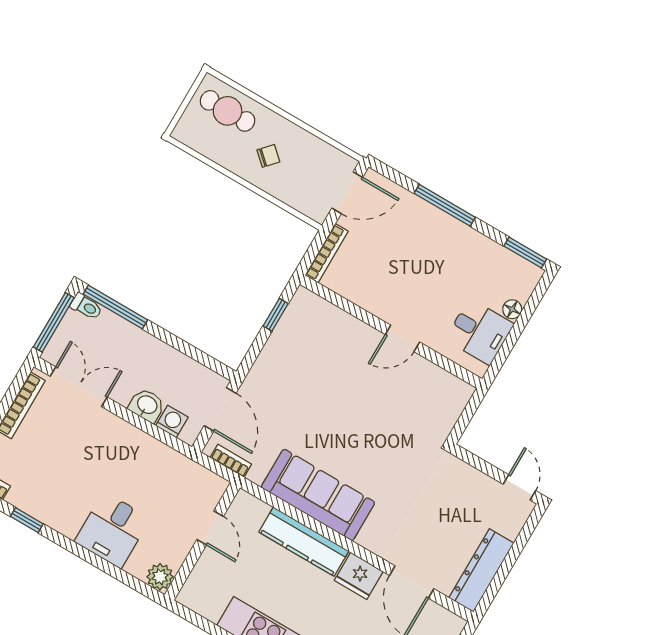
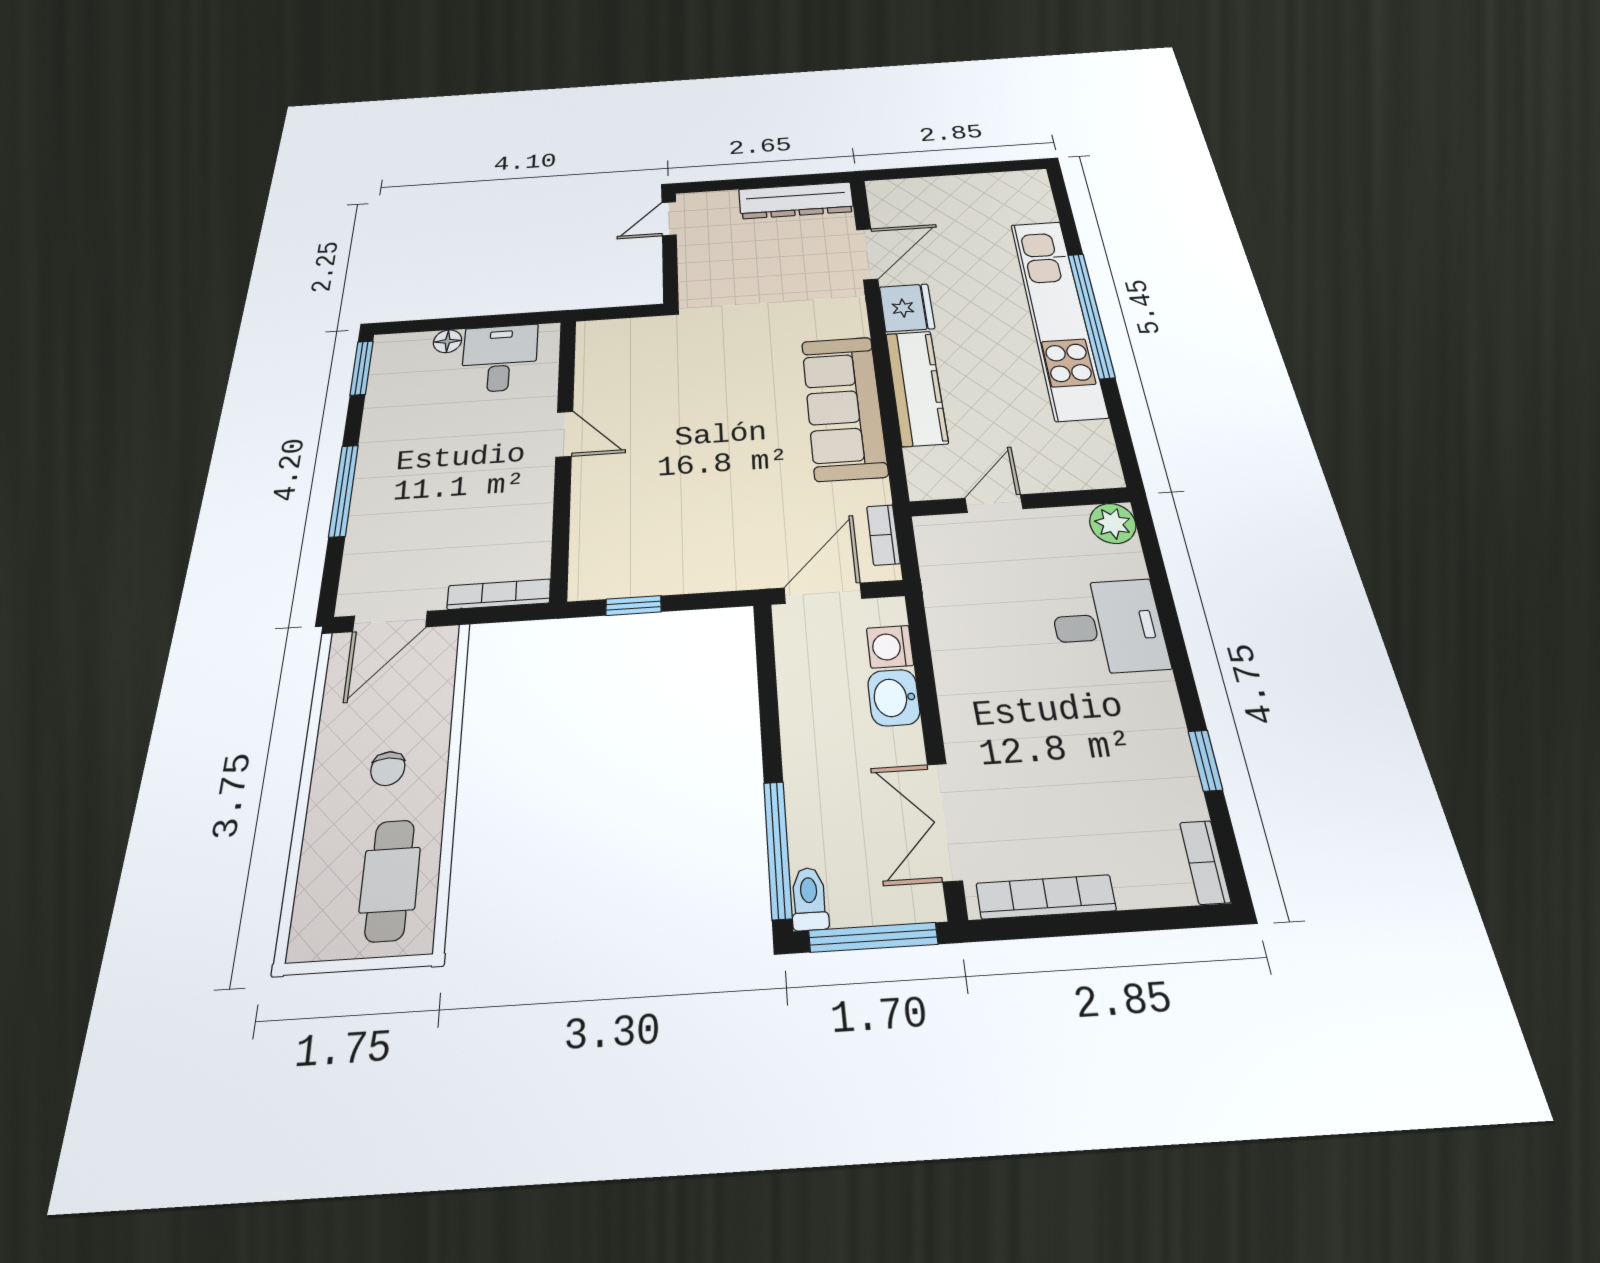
cafe table: (228, 111) -> (390, 880), moved
chair: (268, 156) -> (388, 769), turned -132
door: (347, 193) -> (390, 621), swing flipped

